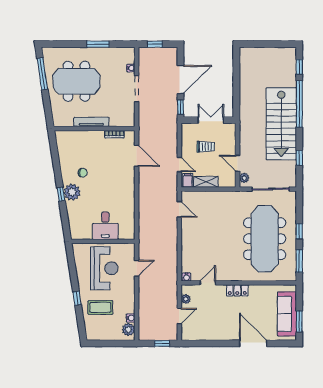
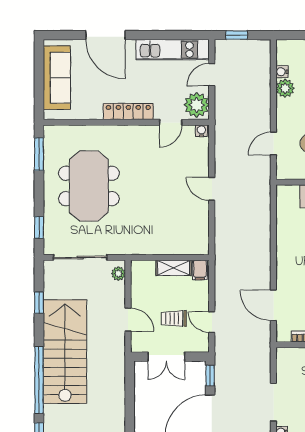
door: (238, 163) -> (128, 320), moved
door: (179, 165) -> (212, 322), moved
door: (179, 209) -> (212, 189), moved
window: (299, 231) -> (39, 228), moved
meeting table: (265, 239) -> (89, 186), width x0.73
locker: (237, 290) -> (128, 112), width x1.53
plant: (186, 299) -> (197, 105), width x1.87, depth x1.87
window: (299, 321) -> (39, 67), removed
plant: (128, 330) -> (285, 88), moved
kitchen unit: (206, 333) -> (173, 50), added

